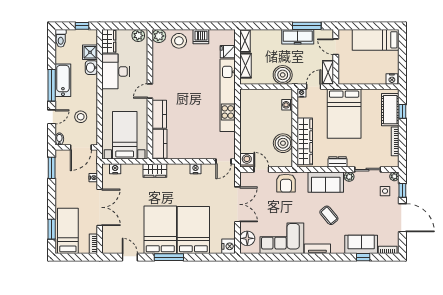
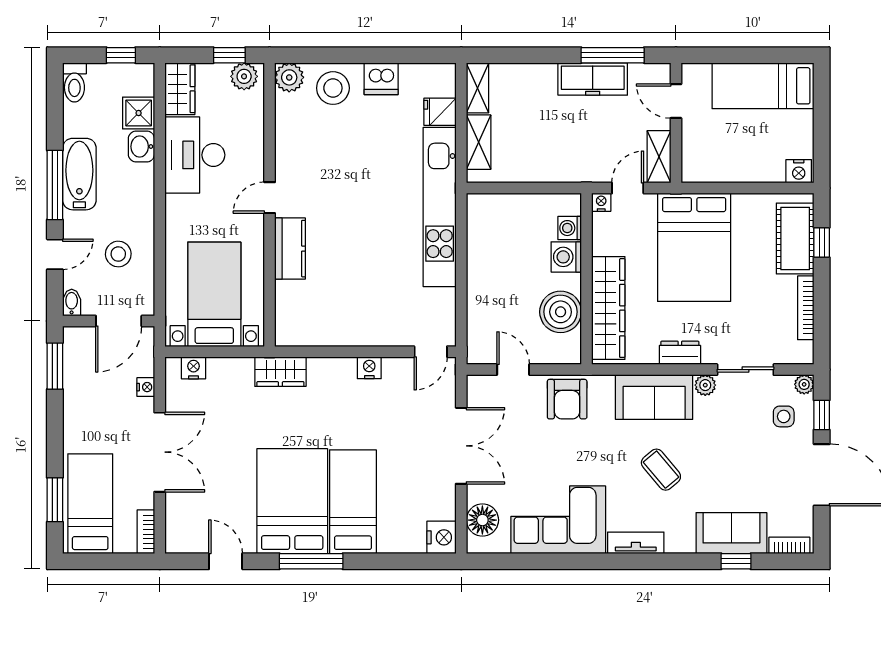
window: (132, 26) -> (229, 55), added
boiler: (283, 75) -> (560, 162), removed
kitchen counter: (160, 144) -> (291, 313), removed
washing machine: (247, 160) -> (566, 257), moved, turned -90
bed: (193, 230) -> (353, 502), width x0.67

